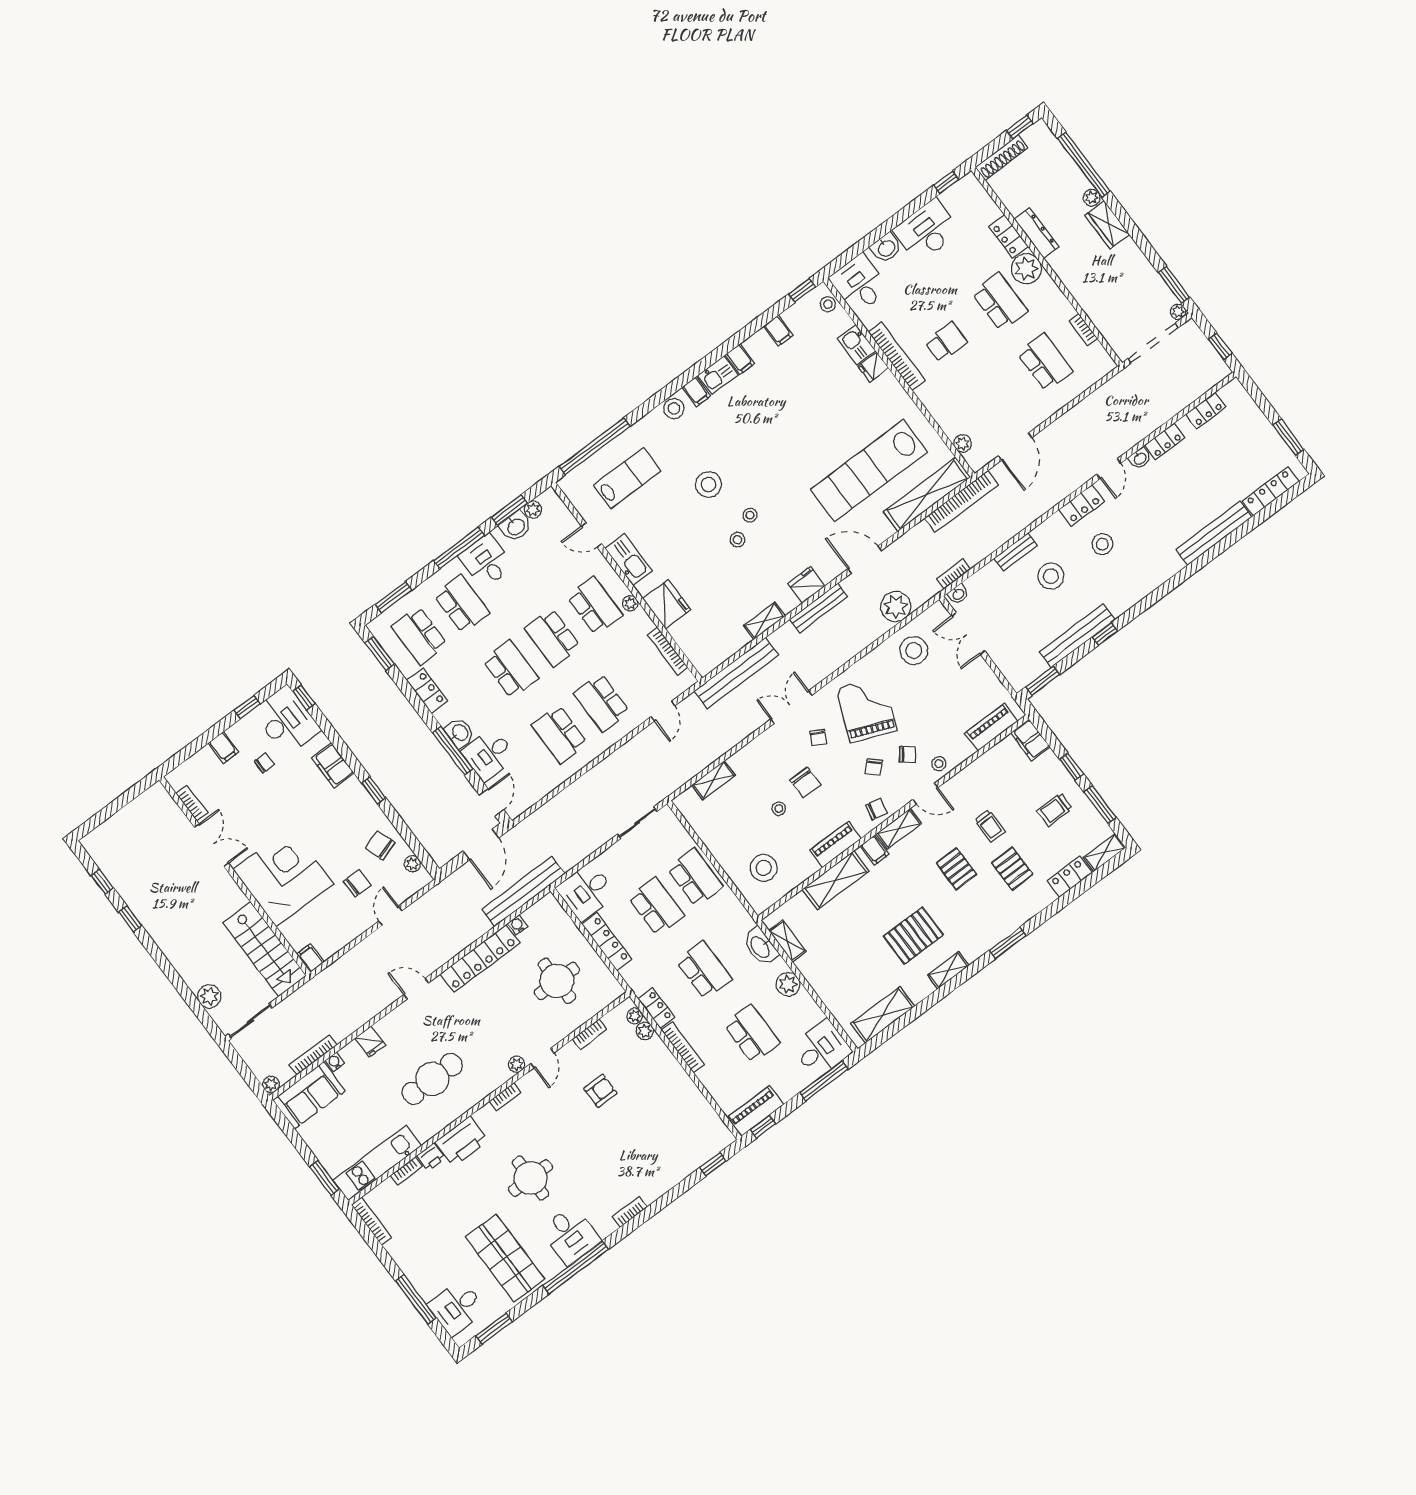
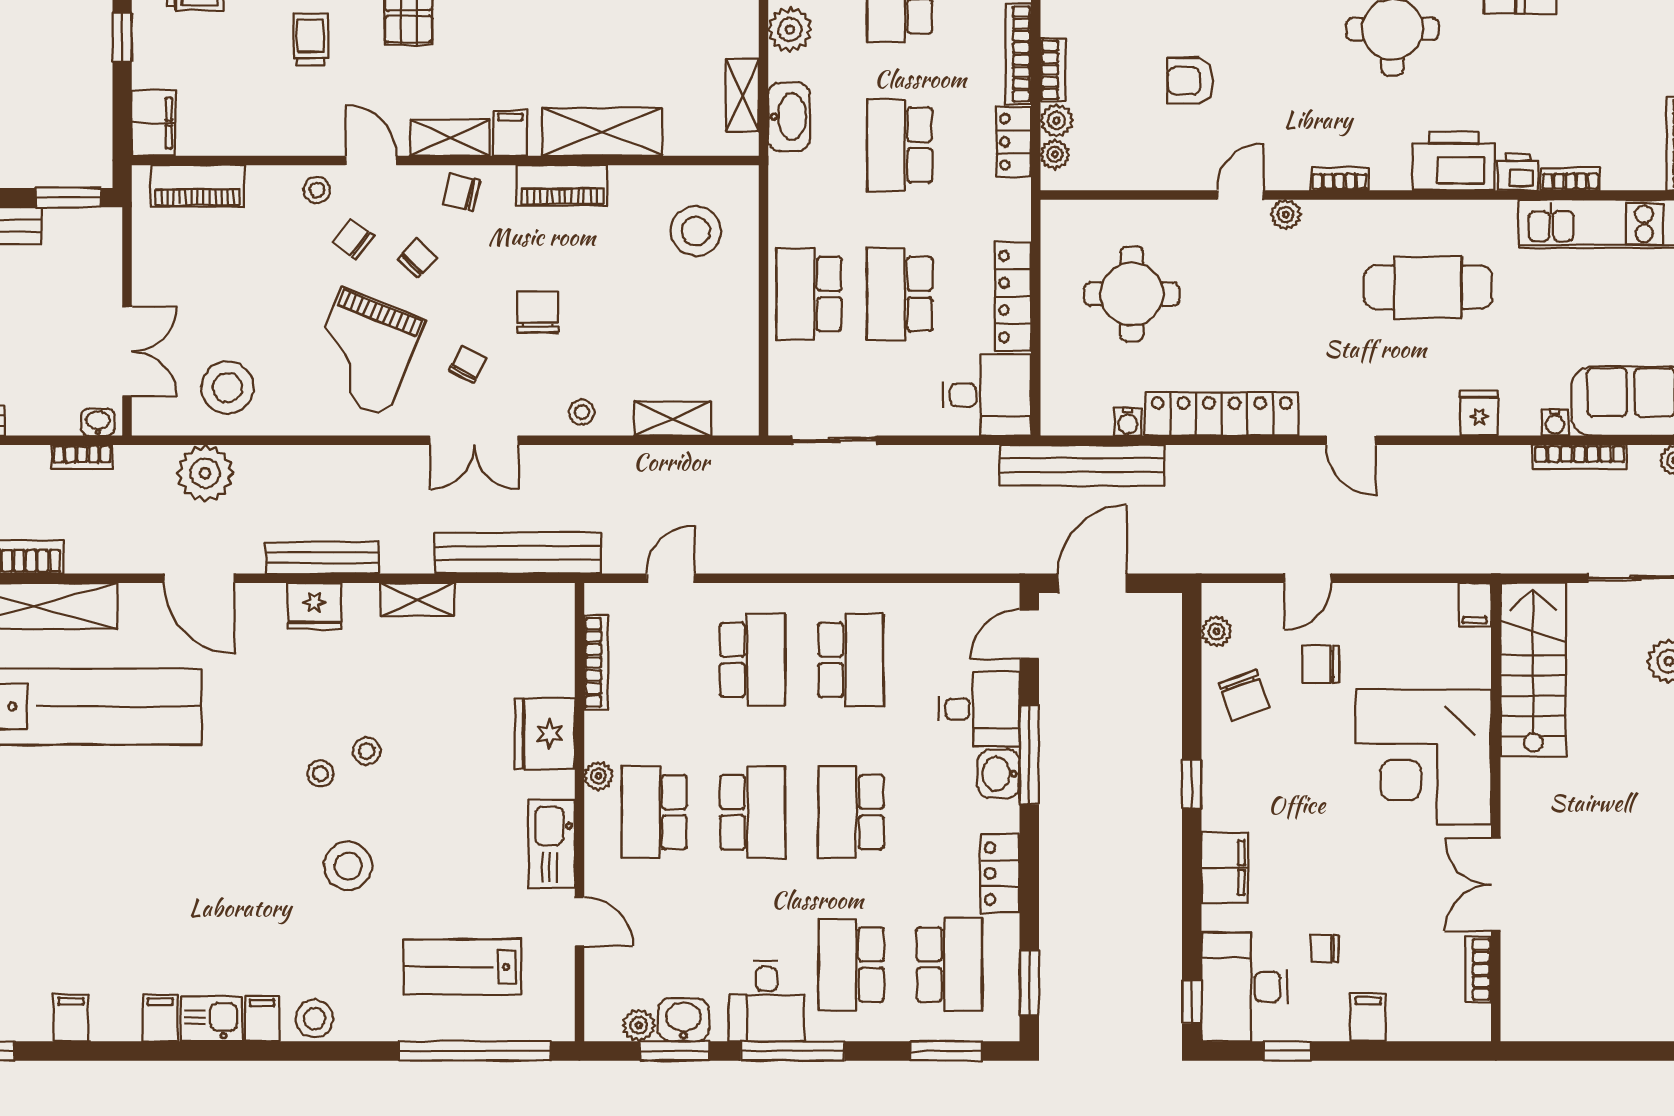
stool: (779, 809) -> (582, 412), moved
bookcase: (590, 1034) -> (1053, 70), moved, turned 90

